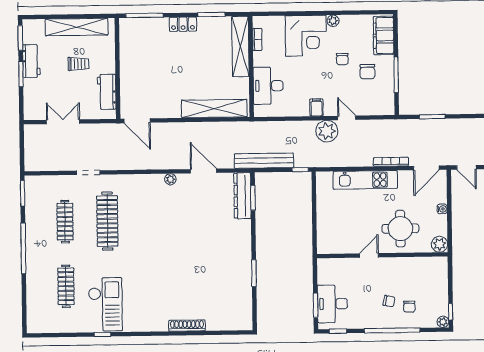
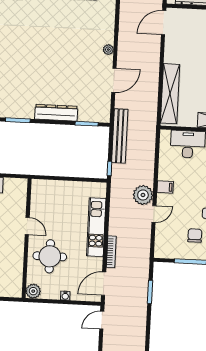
chair: (367, 72) -> (195, 236), turned 90
door: (426, 168) -> (104, 284), hinge flipped
dresser: (242, 196) -> (56, 113), moved

